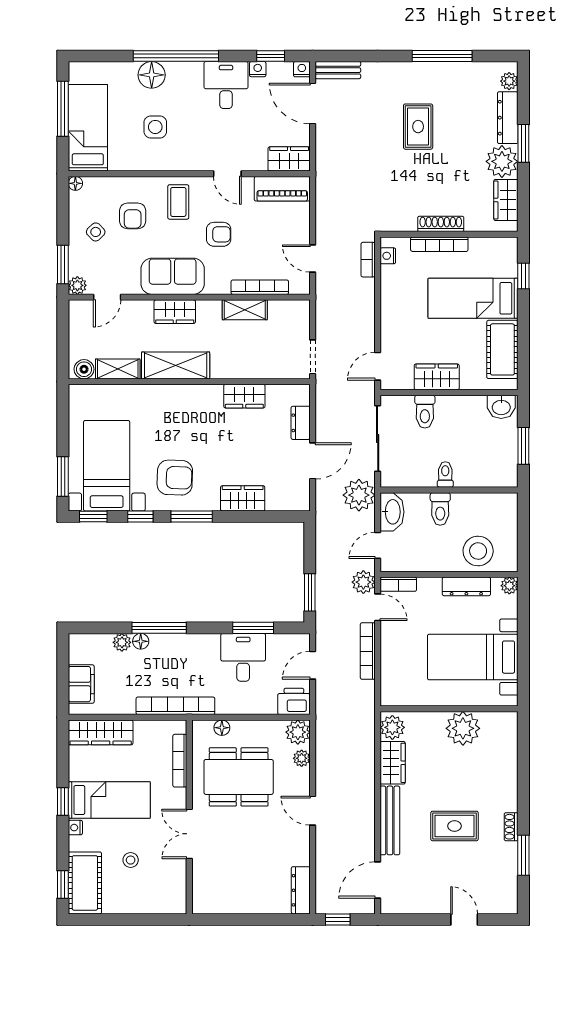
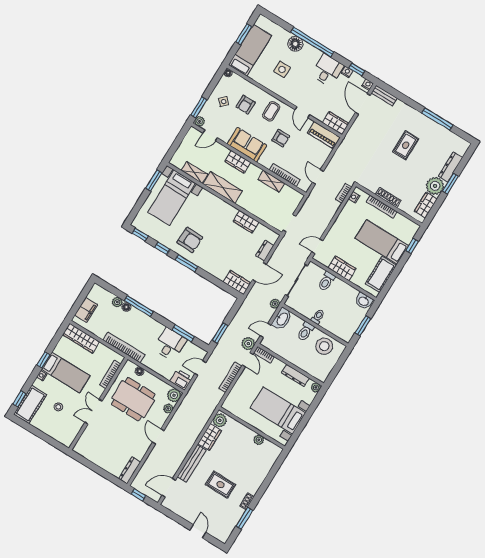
plant: (509, 81) -> (462, 150), removed
window: (63, 109) -> (244, 34), width x0.69
boiler: (84, 369) -> (178, 163), removed
bed with nightstands: (107, 466) -> (172, 198), moved, turned 180
window: (63, 476) -> (154, 181), moved
plant: (359, 495) -> (275, 304), width x0.53, depth x0.53
wardrobe: (243, 498) -> (237, 282), moved
stool: (478, 551) -> (324, 346), moved
plant: (463, 728) -> (259, 440), width x0.53, depth x0.53

